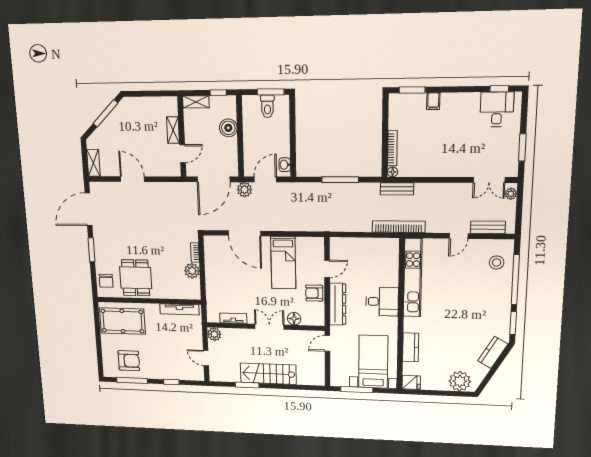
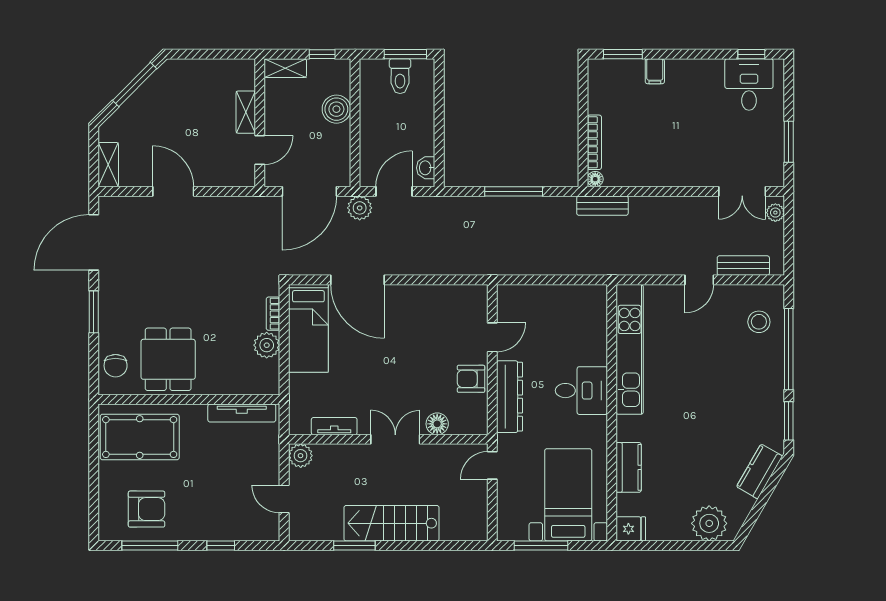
bookcase: (399, 227) -> (606, 266), removed
bed: (283, 263) -> (308, 328), moved

